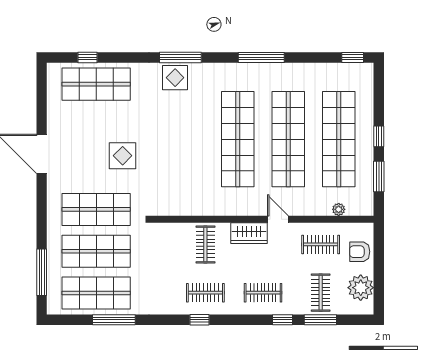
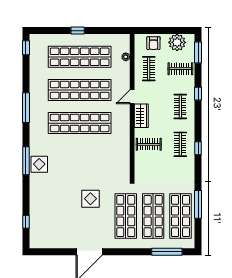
shop shelf: (96, 84) -> (43, 216), removed
window: (379, 177) -> (104, 31), removed
window: (320, 320) -> (198, 53), moved

